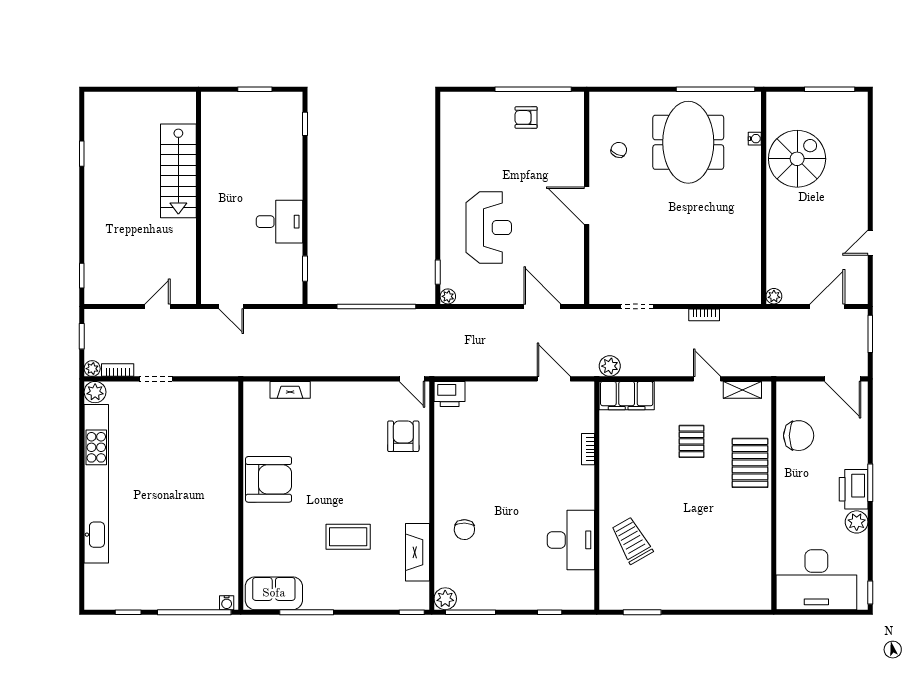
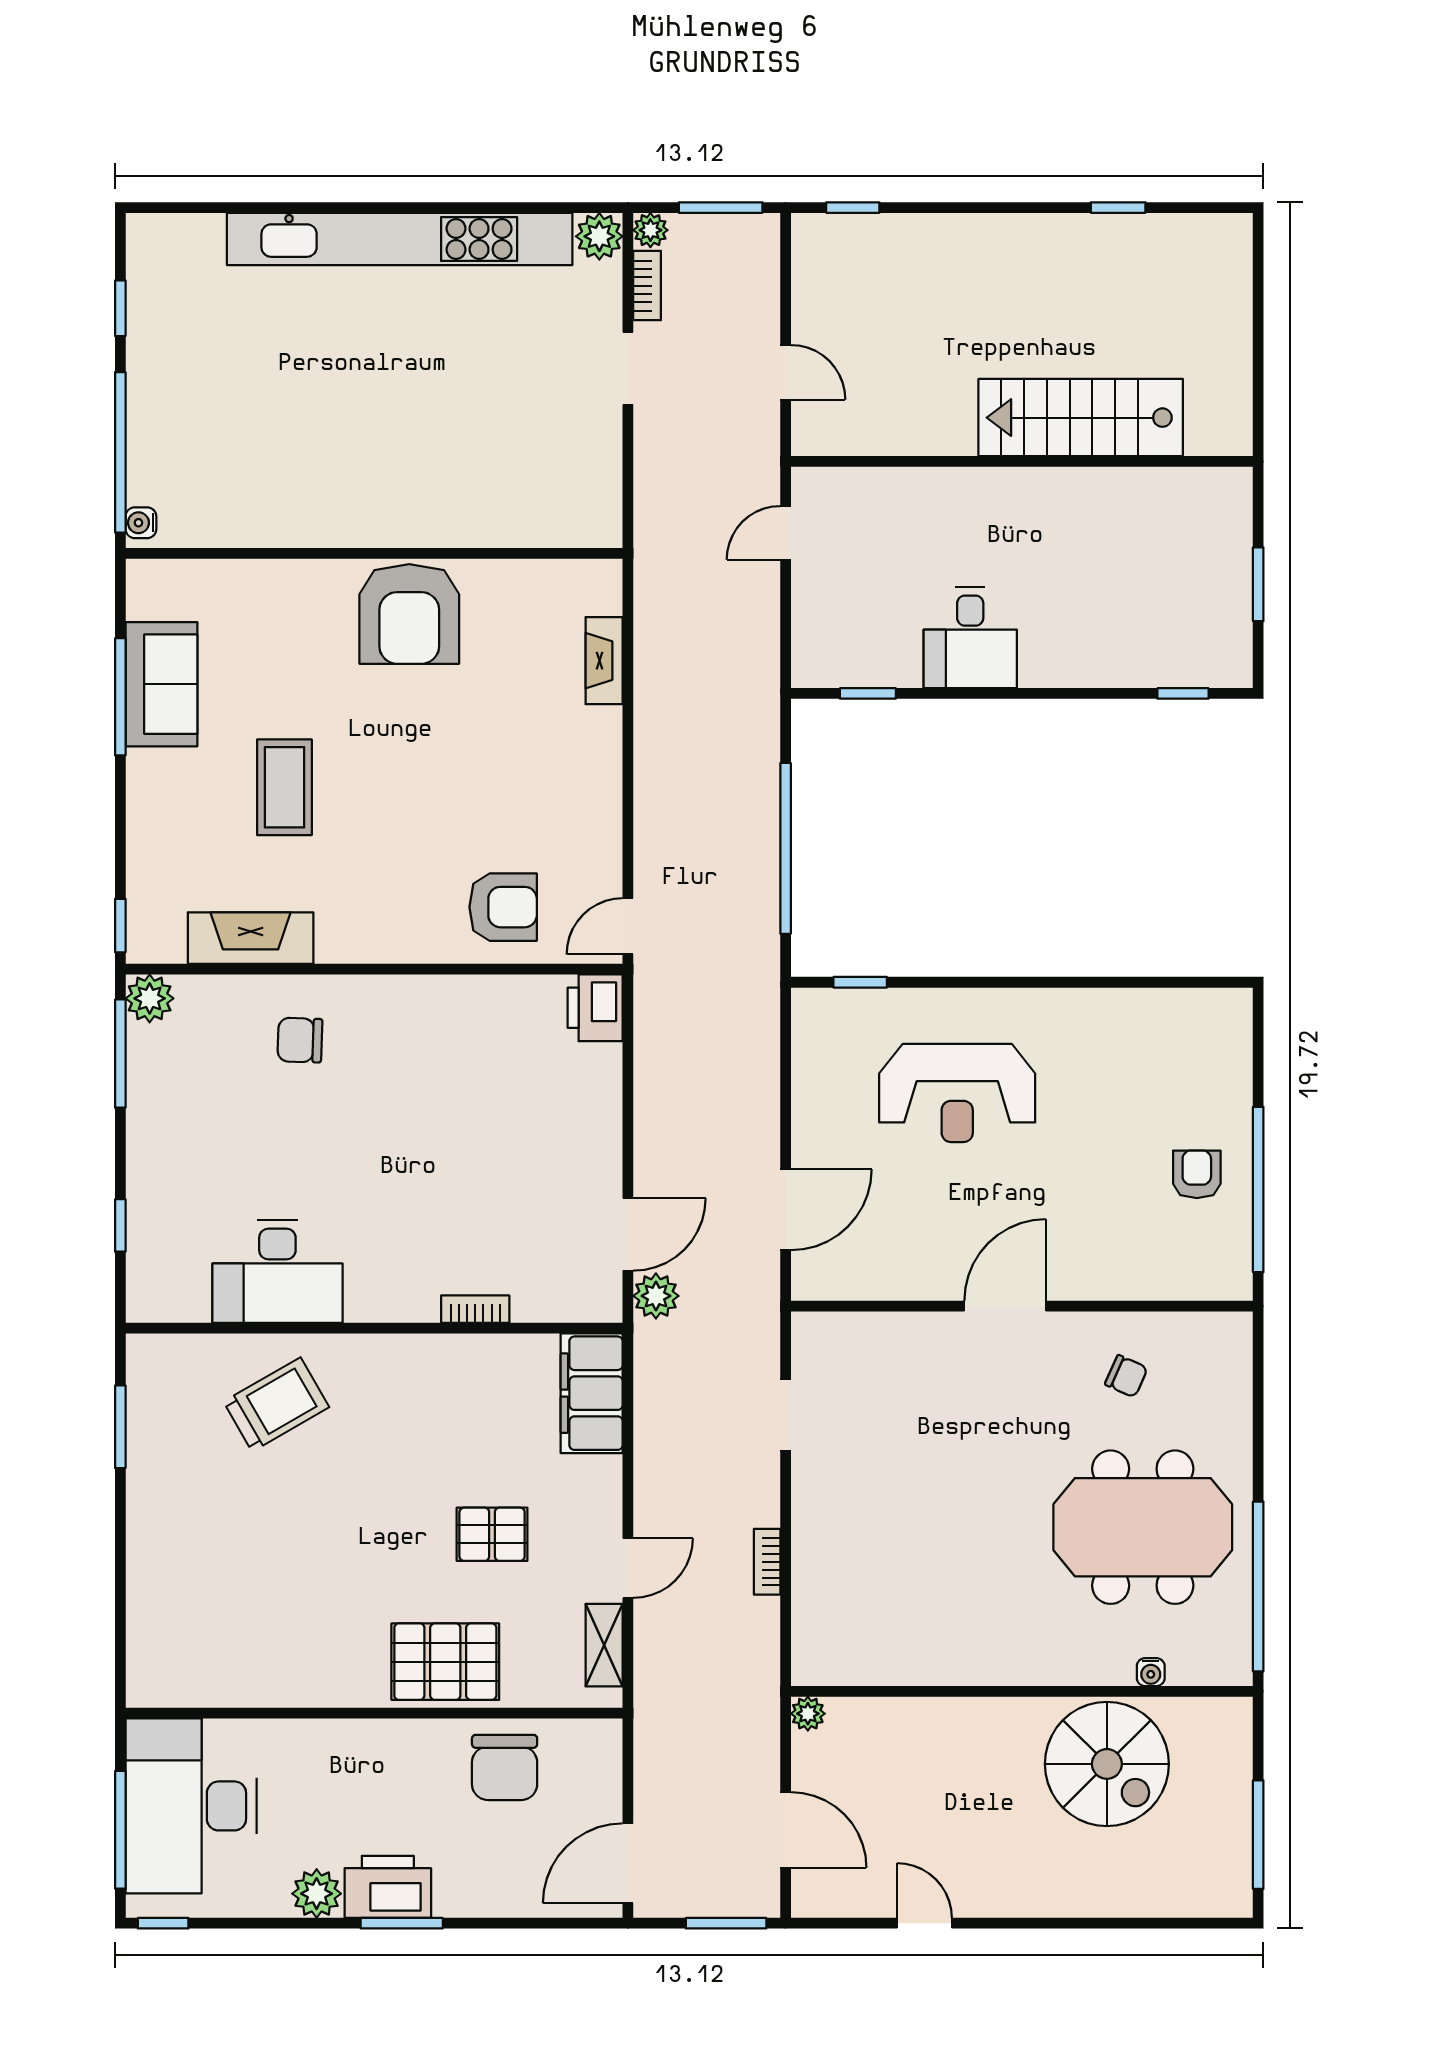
plant: (448, 296) -> (807, 1004), removed
window: (82, 336) -> (721, 208), width x1.50
plant: (610, 366) -> (656, 1296), moved
sofa: (274, 593) -> (161, 684), moved
window: (827, 612) -> (120, 1830), added

